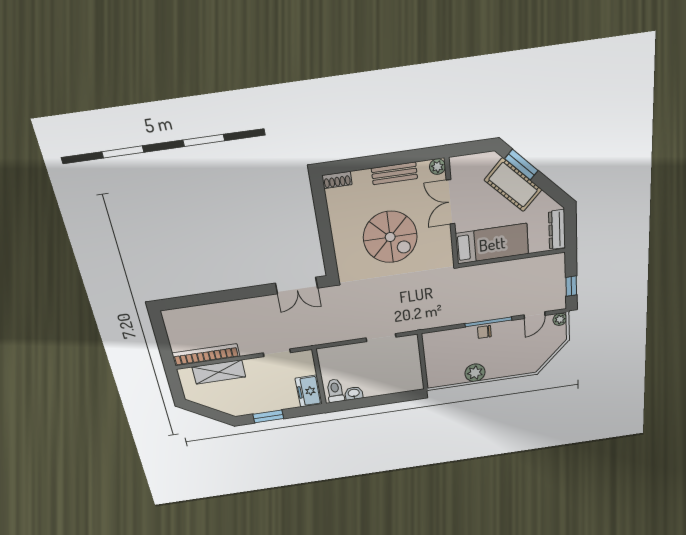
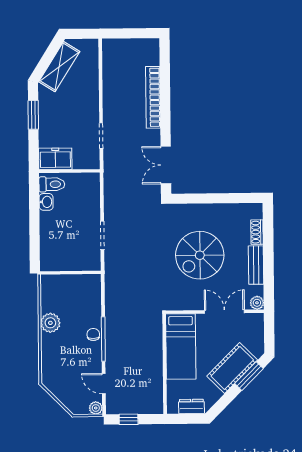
shoe rack: (337, 180) -> (257, 232), moved
dresser: (557, 230) -> (191, 406), width x0.70
bookcase: (206, 355) -> (153, 97), moved, turned 180
shelving: (219, 372) -> (59, 67), moved, turned 32

